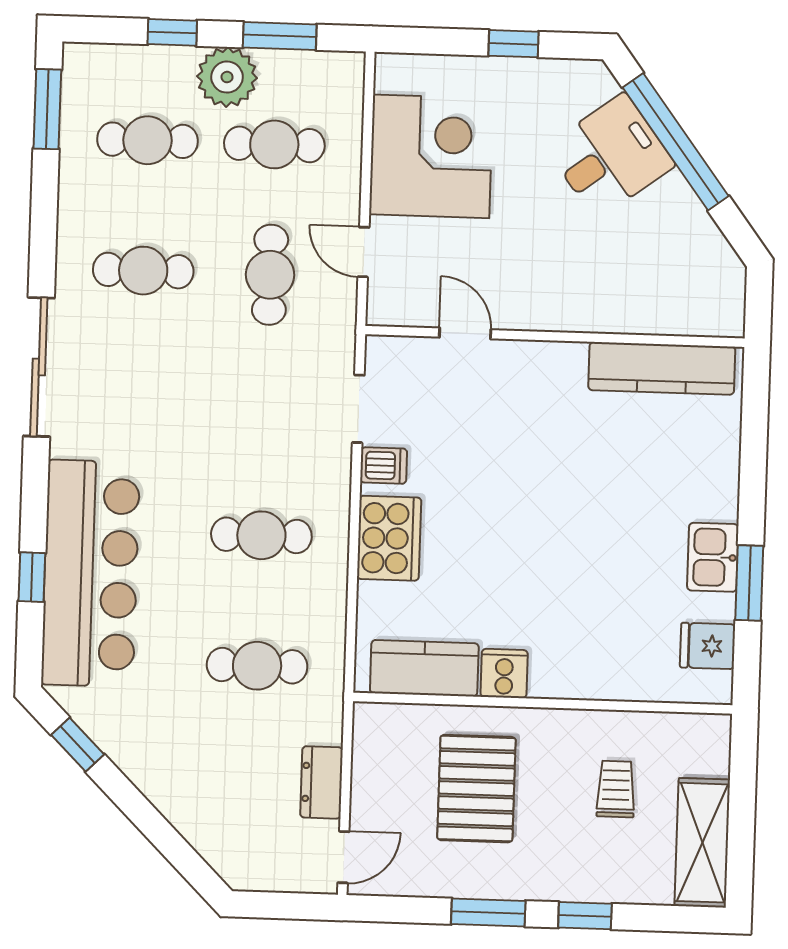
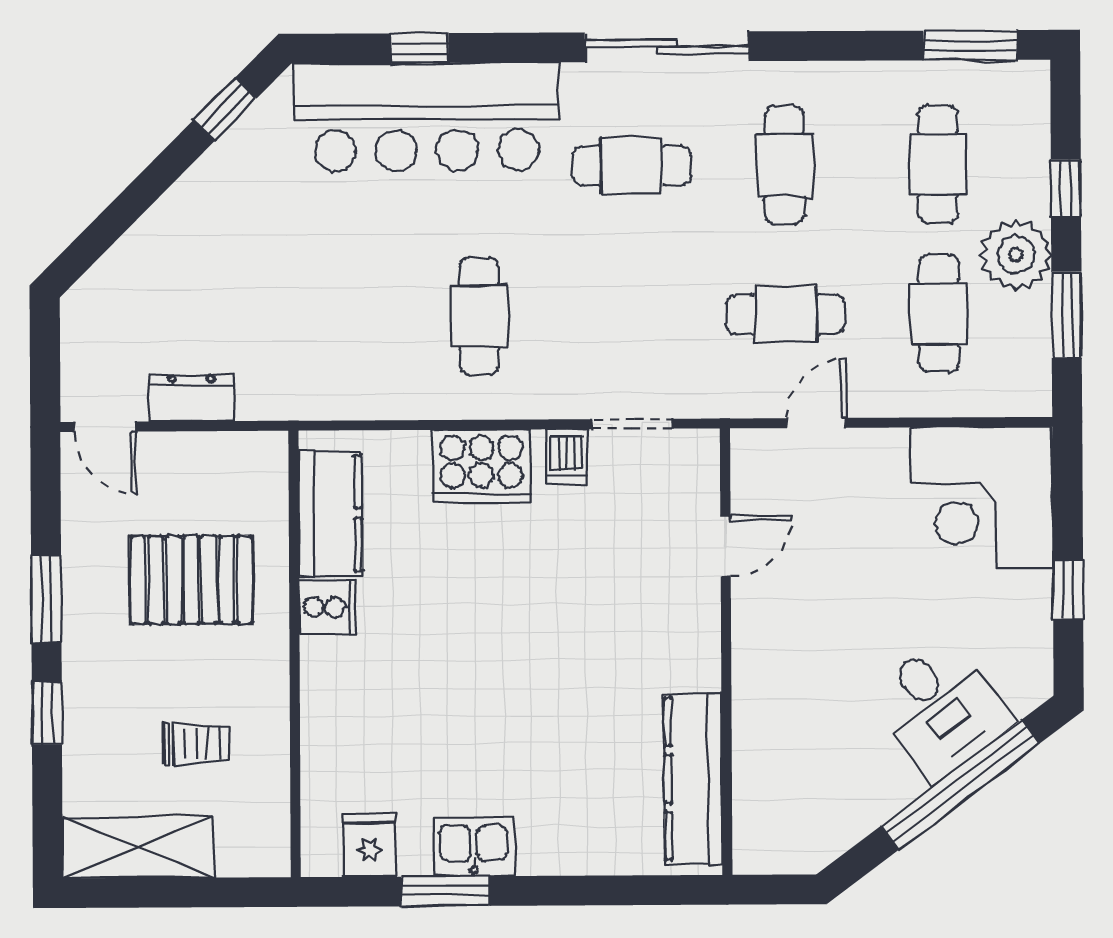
corner desk: (431, 156) -> (982, 498), moved, turned 90
cafe table: (257, 666) -> (632, 166), moved, turned 90

